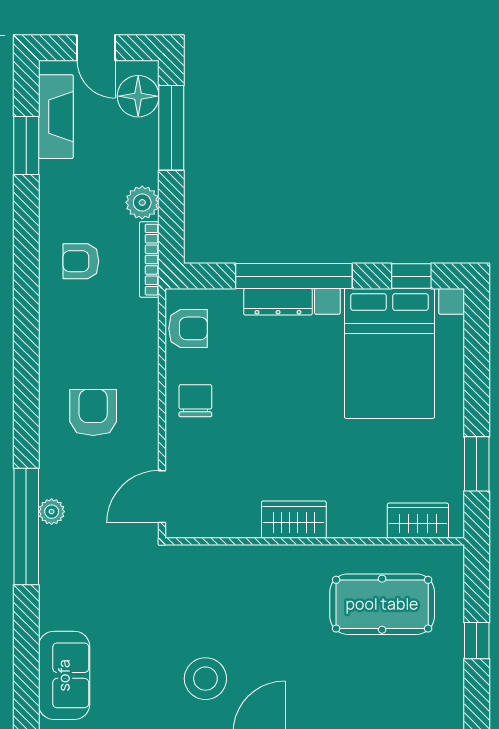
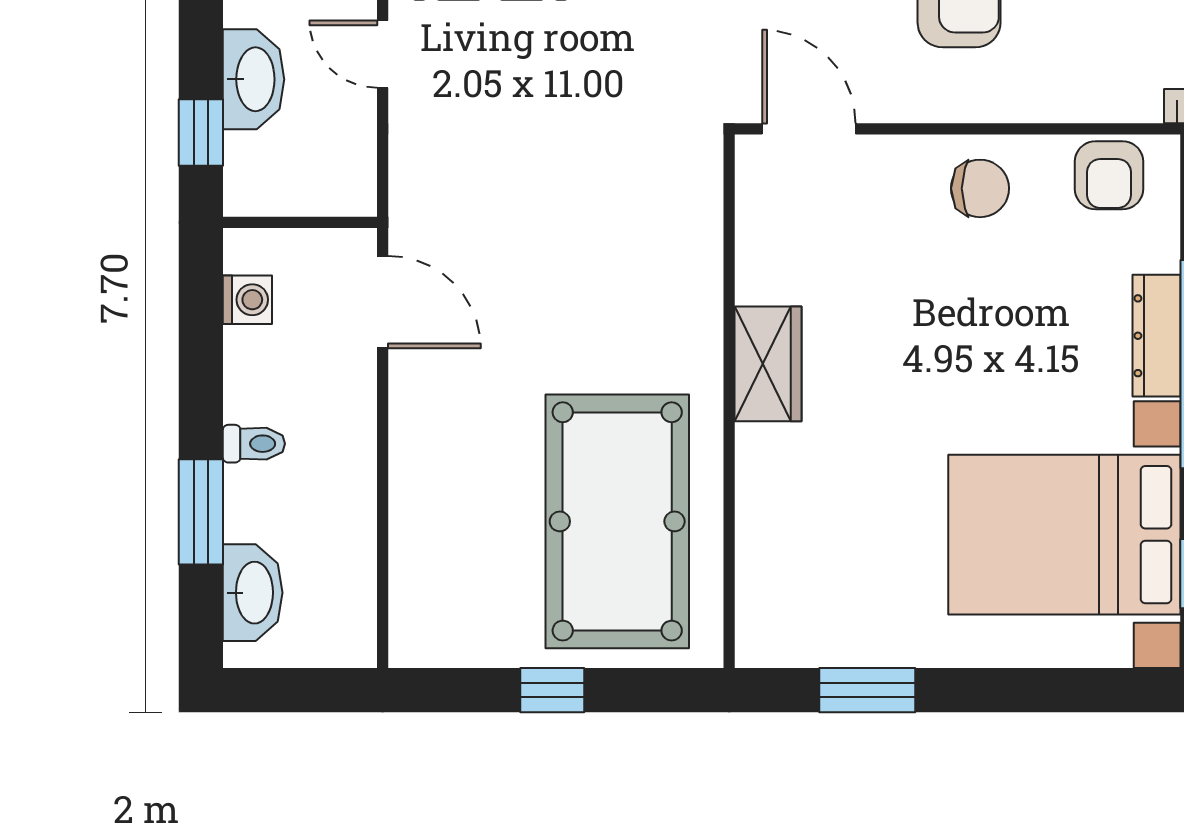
wardrobe: (418, 521) -> (766, 585), removed
pool table: (382, 604) -> (617, 521), width x1.36, depth x1.32
stool: (205, 679) -> (484, 206), removed

